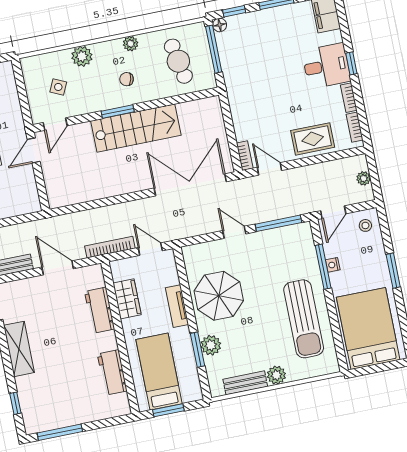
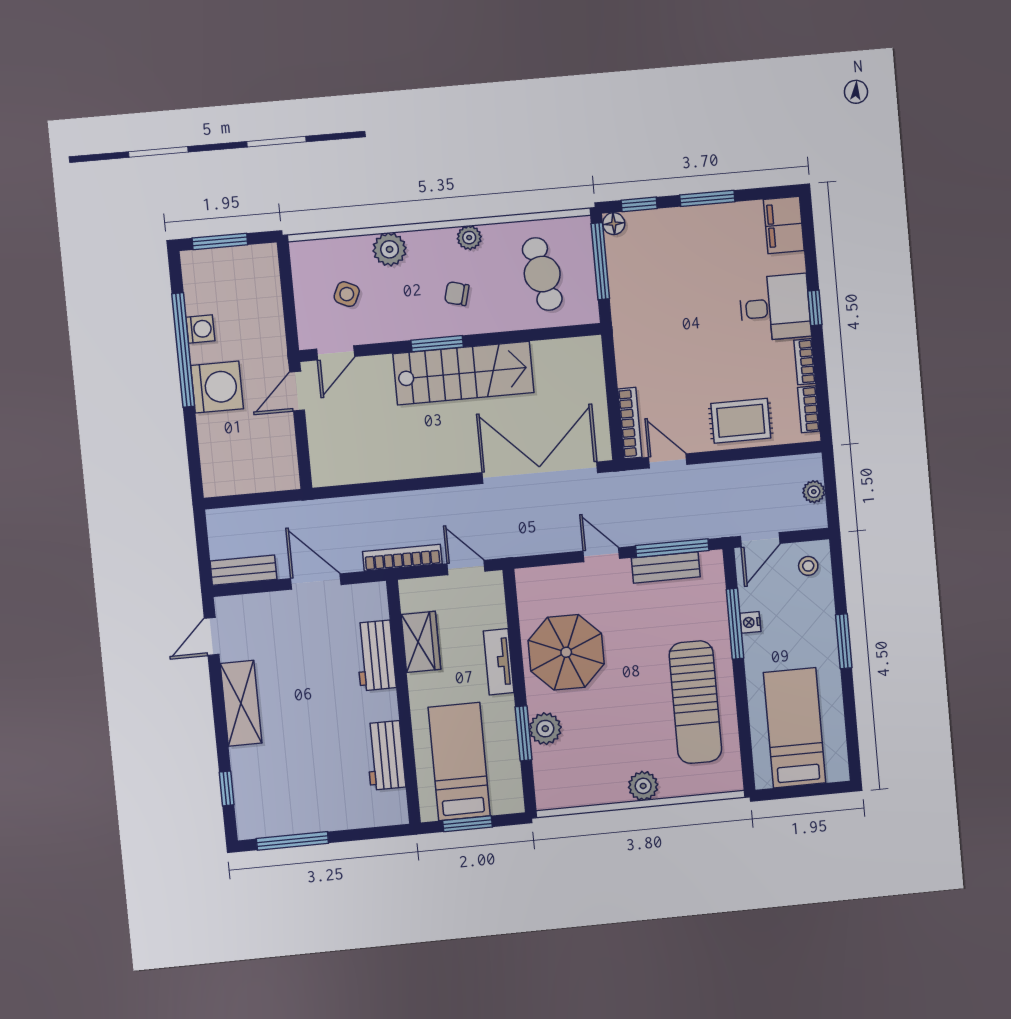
bookcase: (245, 156) -> (630, 423), width x1.56
bed: (368, 329) -> (795, 728), width x0.67
bench: (245, 383) -> (666, 567), moved

